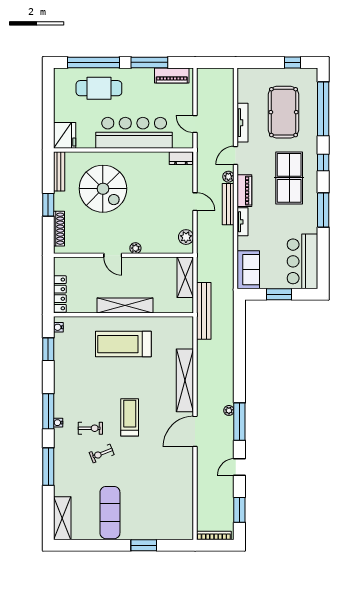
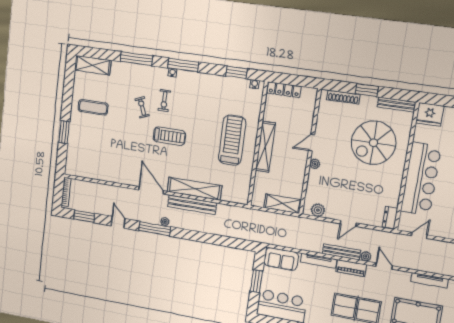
tv unit: (243, 123) -> (429, 280), moved
tv unit: (243, 222) -> (319, 261), width x1.41
bench: (204, 311) -> (192, 205), moved
exercise mat: (110, 513) -> (93, 107), width x0.73, depth x0.69

